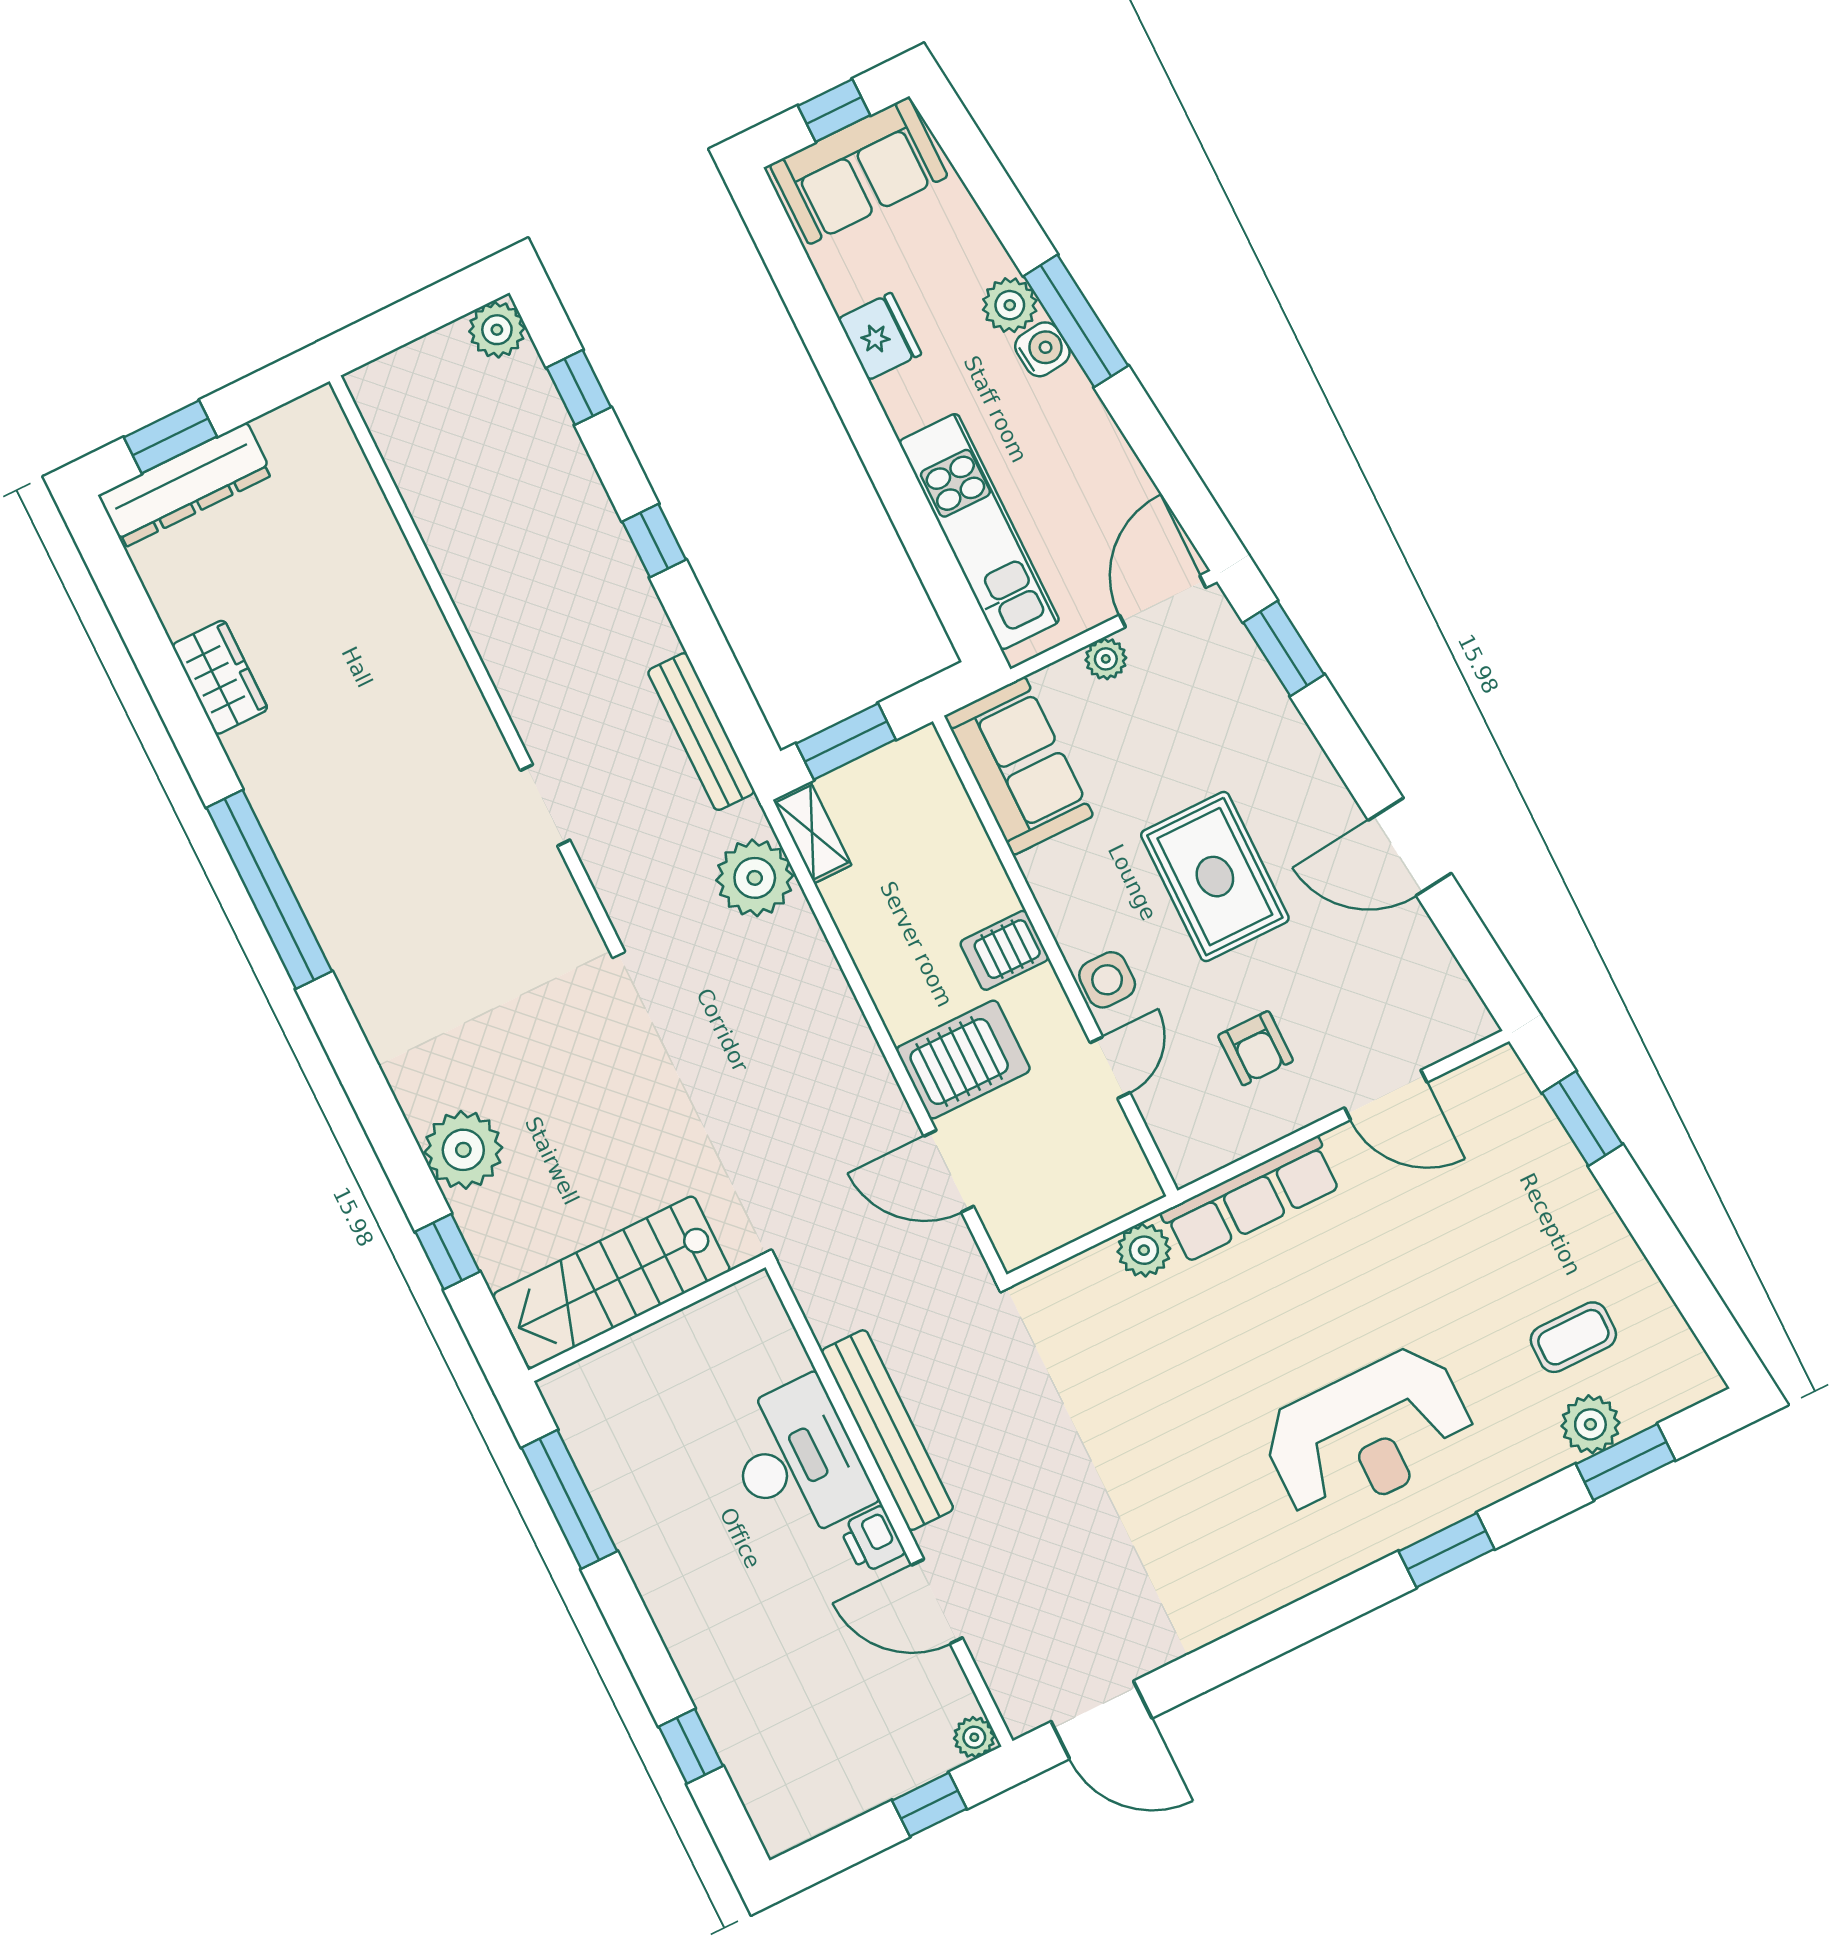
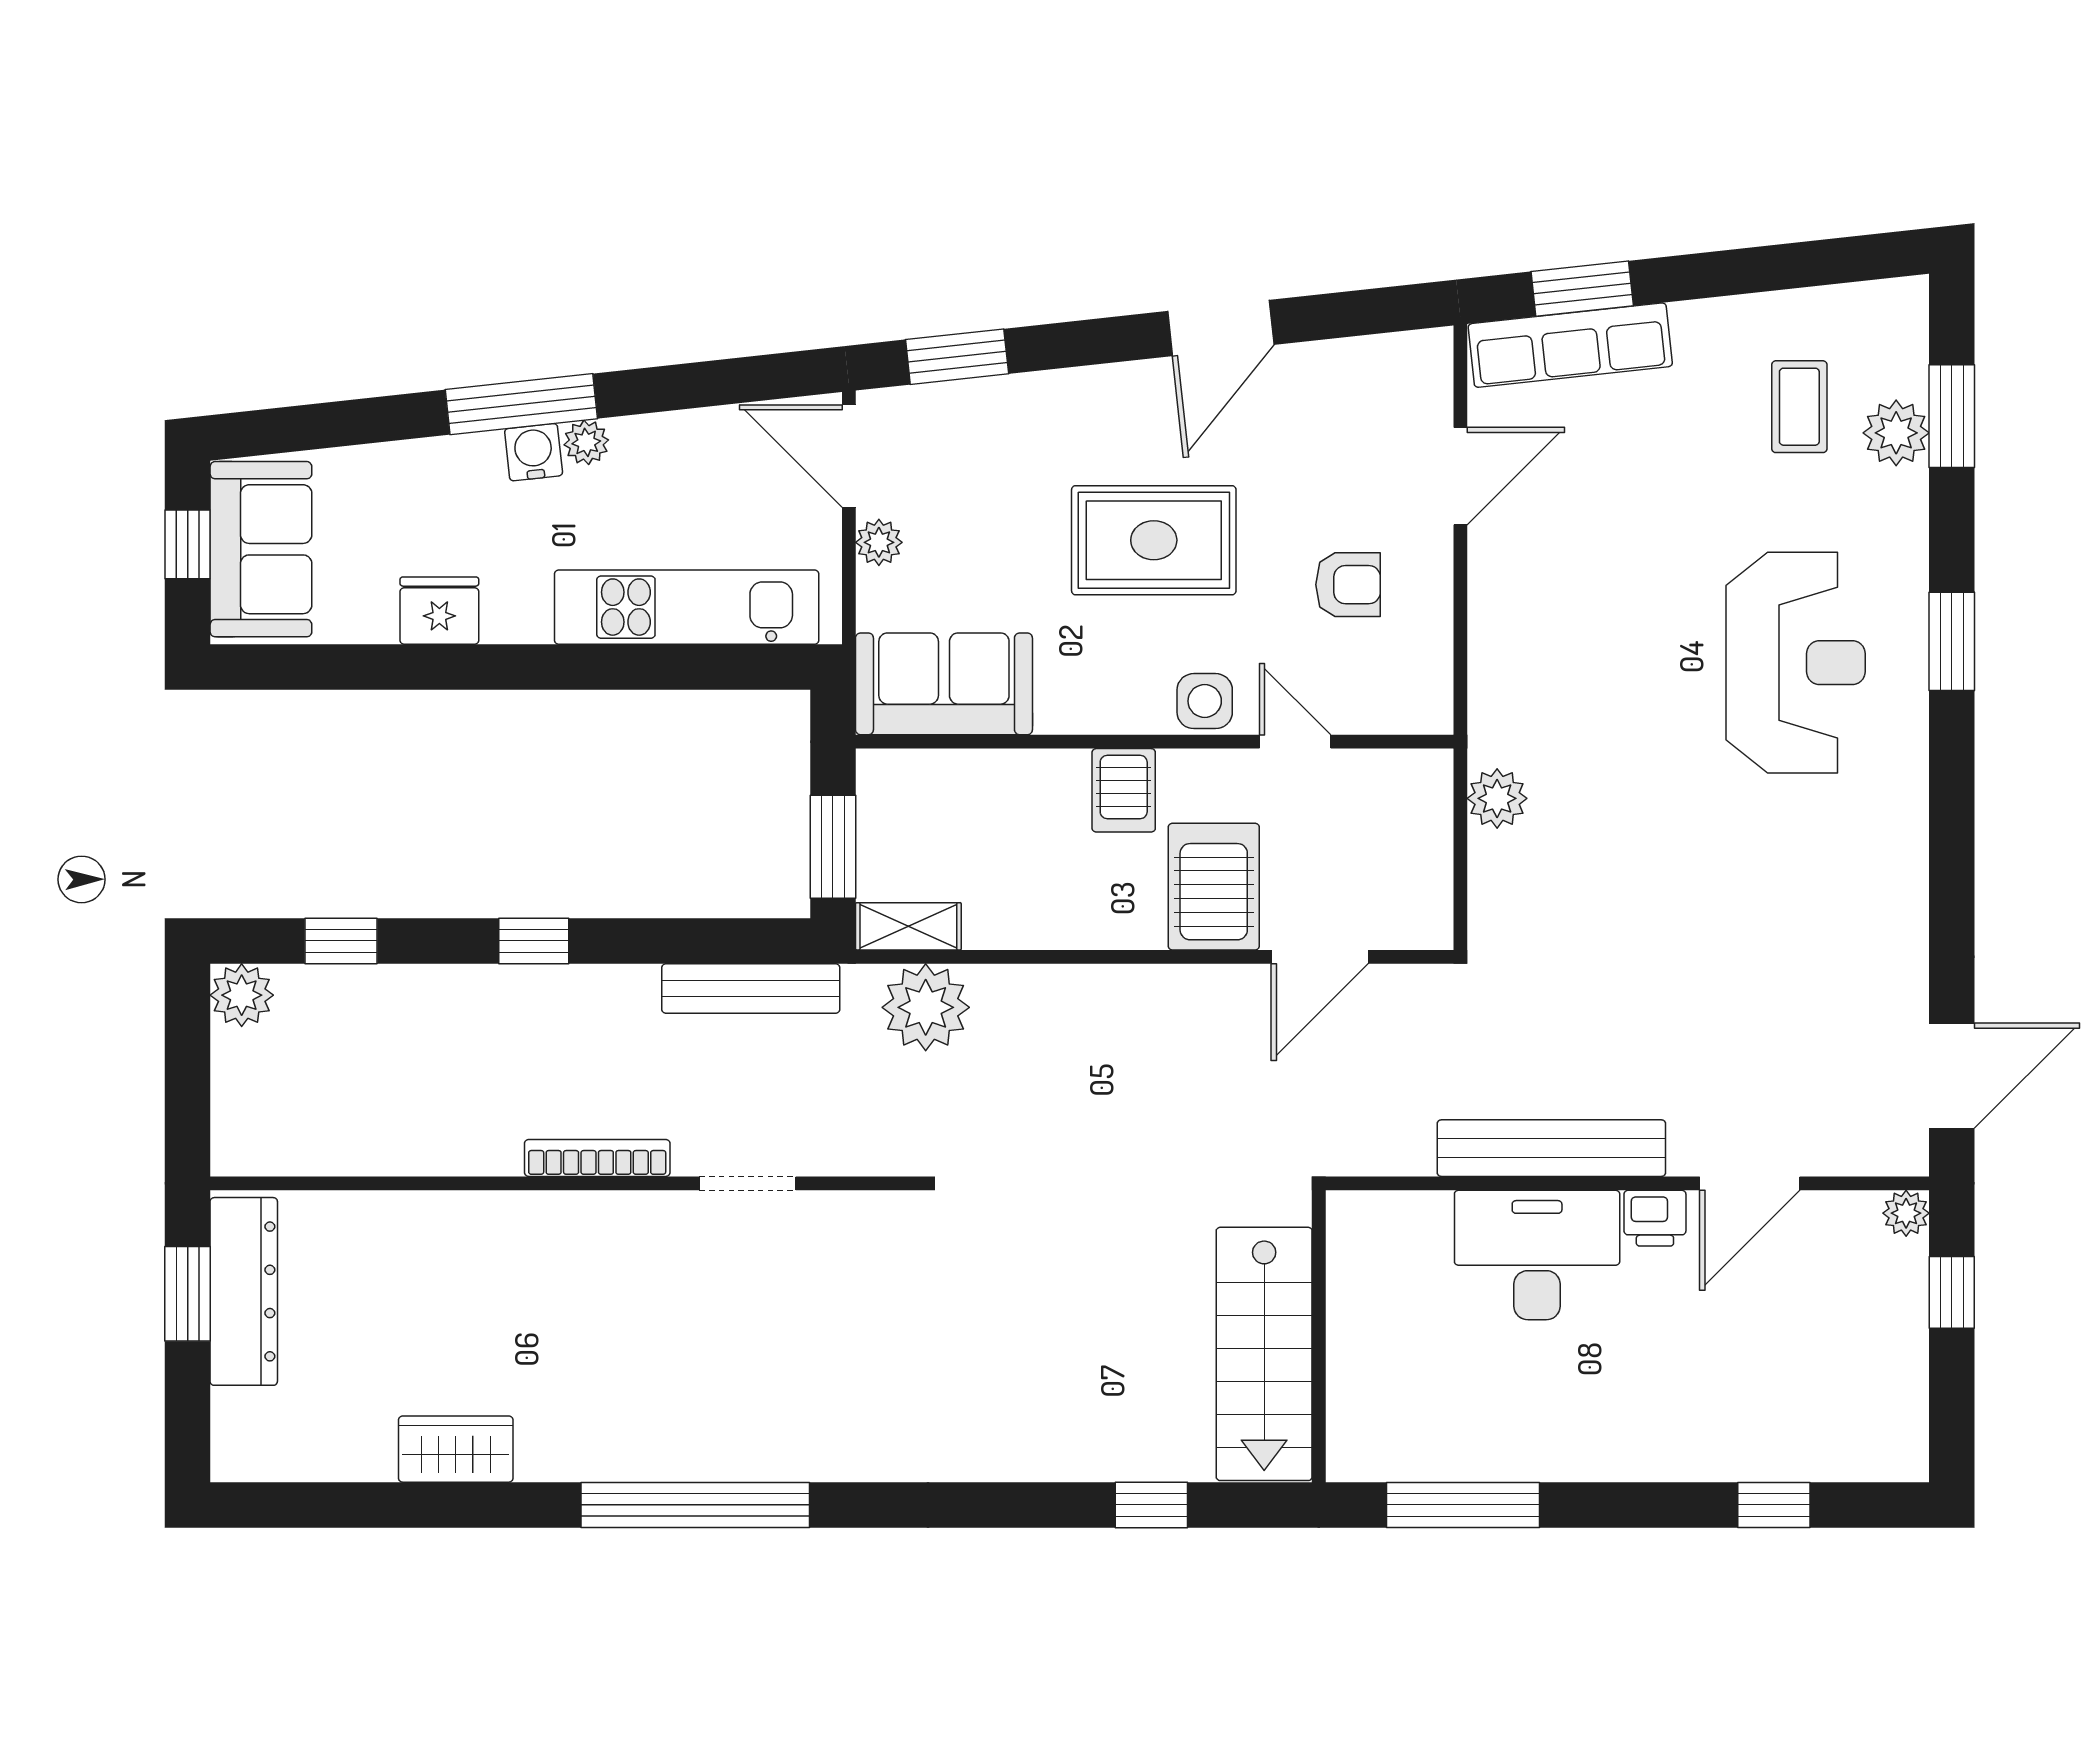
plant: (1010, 305) -> (586, 442), moved, width x0.73, depth x0.73
window: (170, 437) -> (188, 1294), moved
dresser: (185, 485) -> (244, 1291), moved
bookcase: (507, 676) -> (597, 1158), added
plant: (463, 1150) -> (1056, 1438), removed
row of seats: (1251, 1200) -> (1570, 345), moved, turned 84

